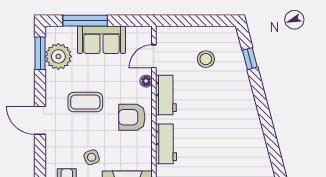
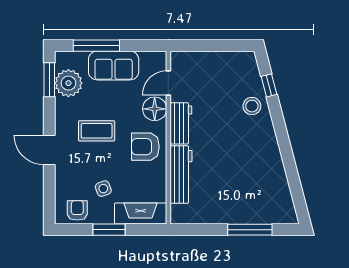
stool: (206, 59) -> (252, 106), moved
floor lamp: (146, 81) -> (155, 109), width x1.89, depth x1.89
workbench: (166, 144) -> (181, 175), width x1.38

